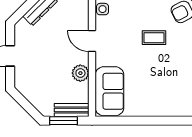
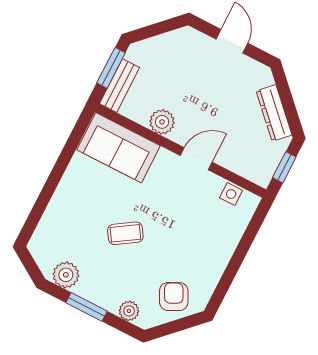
coffee table: (154, 38) -> (125, 233), moved, turned 57

